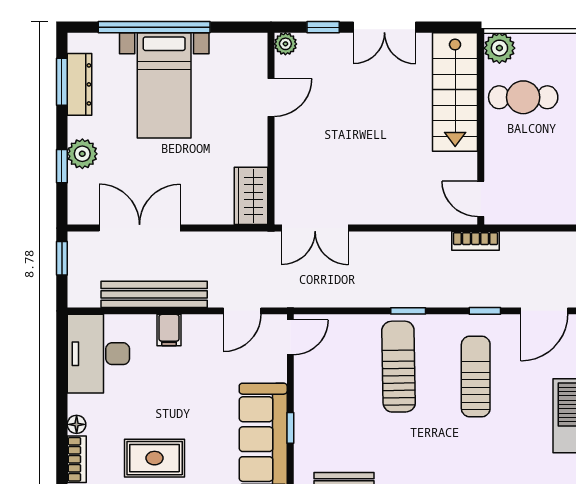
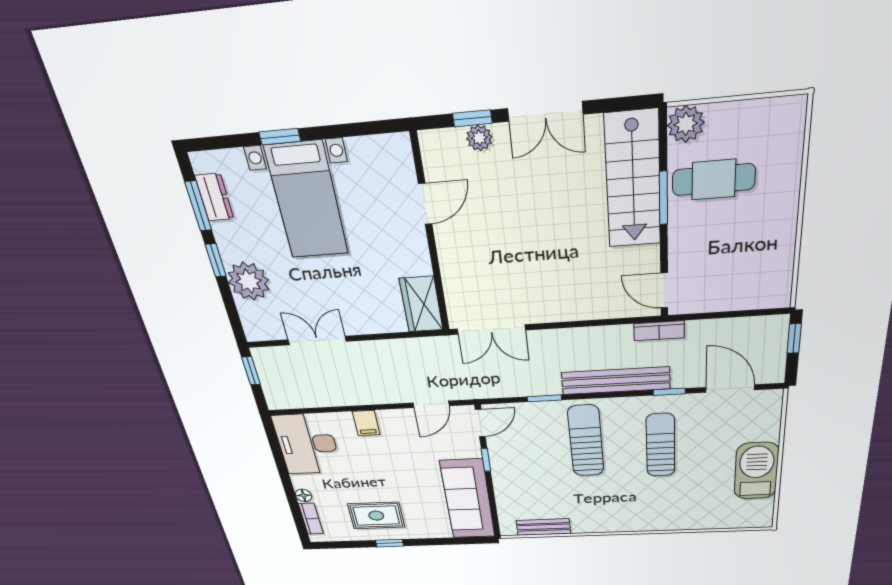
window: (154, 27) -> (280, 137), width x0.32
plant: (285, 44) -> (479, 138), moved
dresser: (79, 84) -> (214, 197), width x0.70
window: (481, 110) -> (663, 198), added
plant: (82, 154) -> (249, 281), width x1.36, depth x1.36
window: (62, 166) -> (216, 260), moved
double door: (140, 228) -> (317, 341), width x0.73
bench: (154, 294) -> (616, 381), moved
window: (408, 311) -> (544, 398), moved
door: (544, 311) -> (730, 389), swing flipped
window: (290, 428) -> (486, 460), moved

